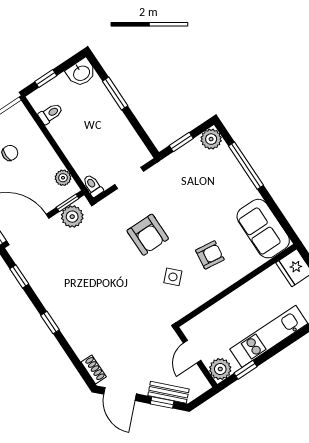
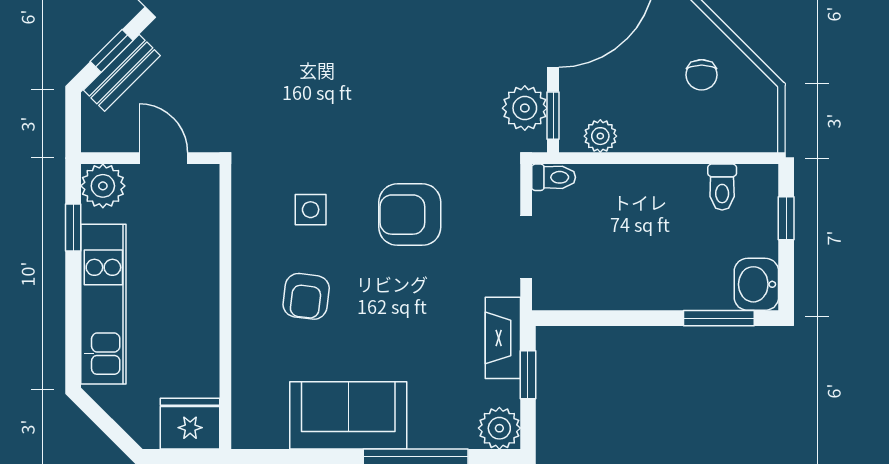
window: (115, 93) -> (719, 318), moved
fireplace: (173, 162) -> (503, 338), added
sofa: (263, 229) -> (348, 415), moved
side table: (173, 277) -> (311, 210), turned 45

